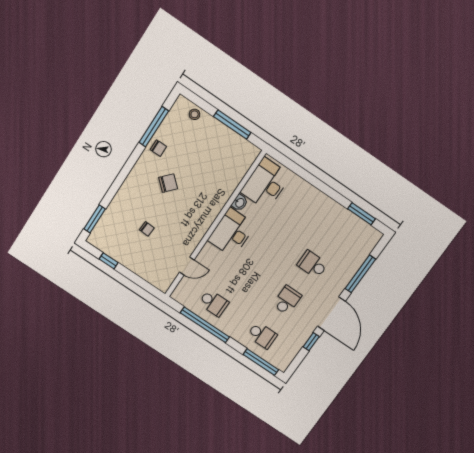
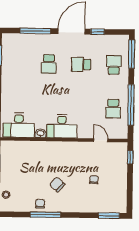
window: (154, 127) -> (45, 215), moved
window: (109, 261) -> (130, 157), moved
school desk: (214, 303) -> (113, 109), turned 180

